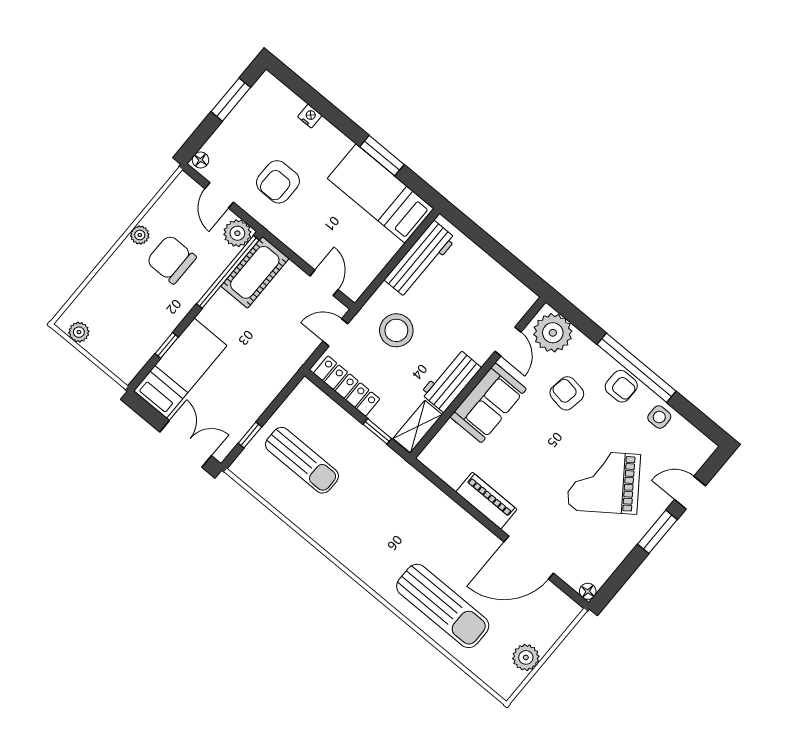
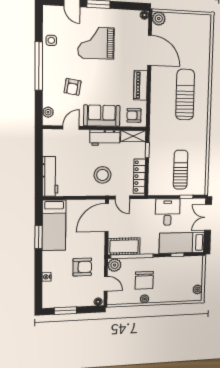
door: (219, 195) -> (106, 284), hinge flipped
workbench: (420, 259) -> (50, 176), moved, turned 90
door: (324, 283) -> (107, 217), width x1.88
plant: (553, 333) -> (48, 112), width x0.53, depth x0.53
desk: (251, 385) -> (168, 212), added
armchair: (621, 386) -> (134, 115), moved, turned -90
grand piano: (604, 482) -> (96, 43), turned 126
sun lounger: (443, 606) -> (185, 95), moved
plant: (526, 657) -> (159, 19), moved

